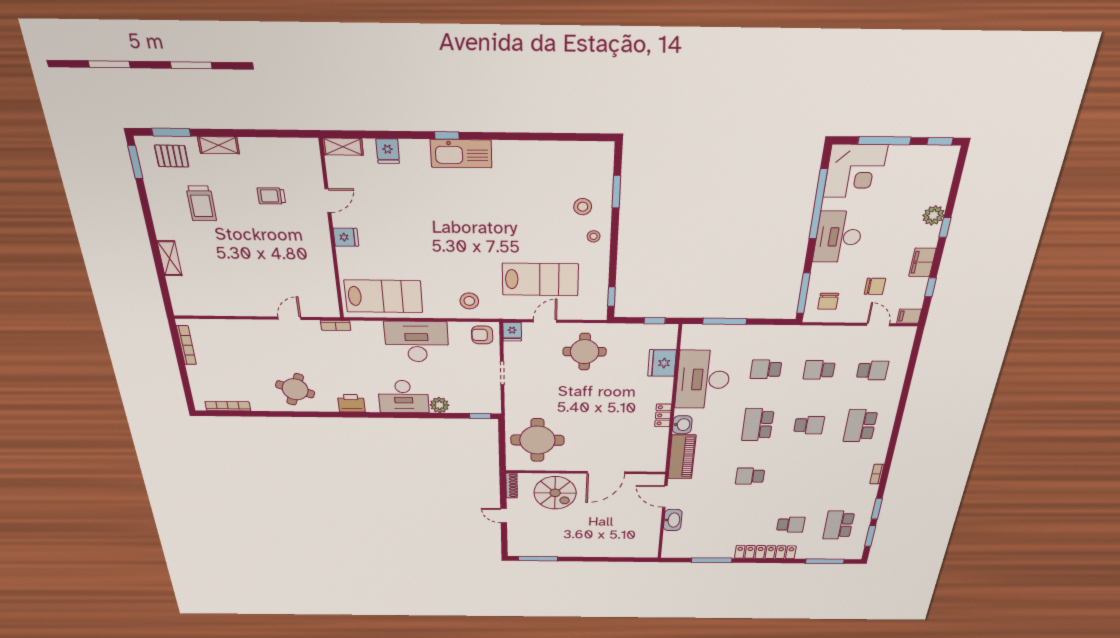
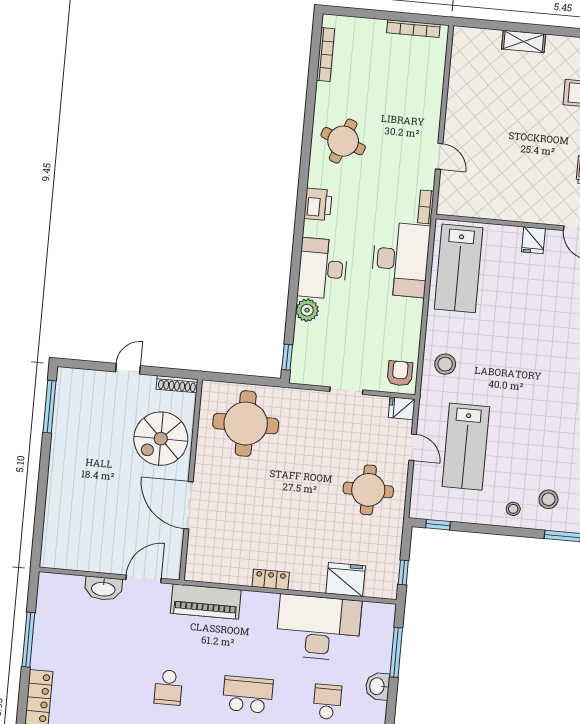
desk: (417, 342) -> (400, 259), moved
washbasin: (682, 425) -> (378, 686), moved, turned 90
school desk: (750, 476) -> (168, 687), turned 180

